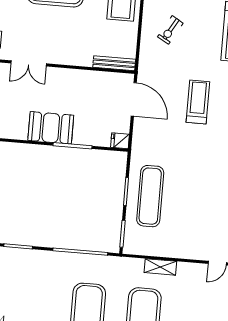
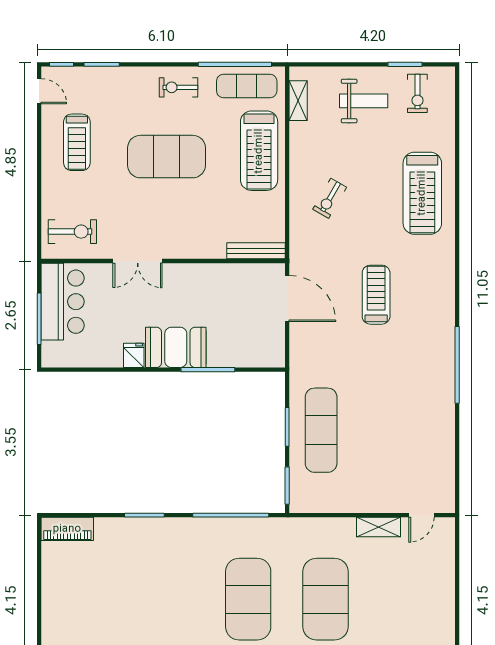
fridge: (120, 141) -> (134, 355), moved, turned 90
shelving: (160, 267) -> (378, 527), moved

